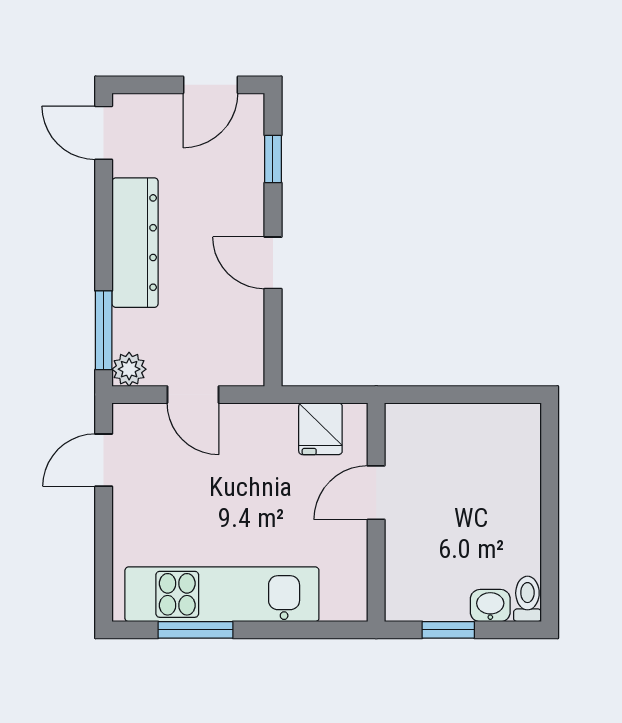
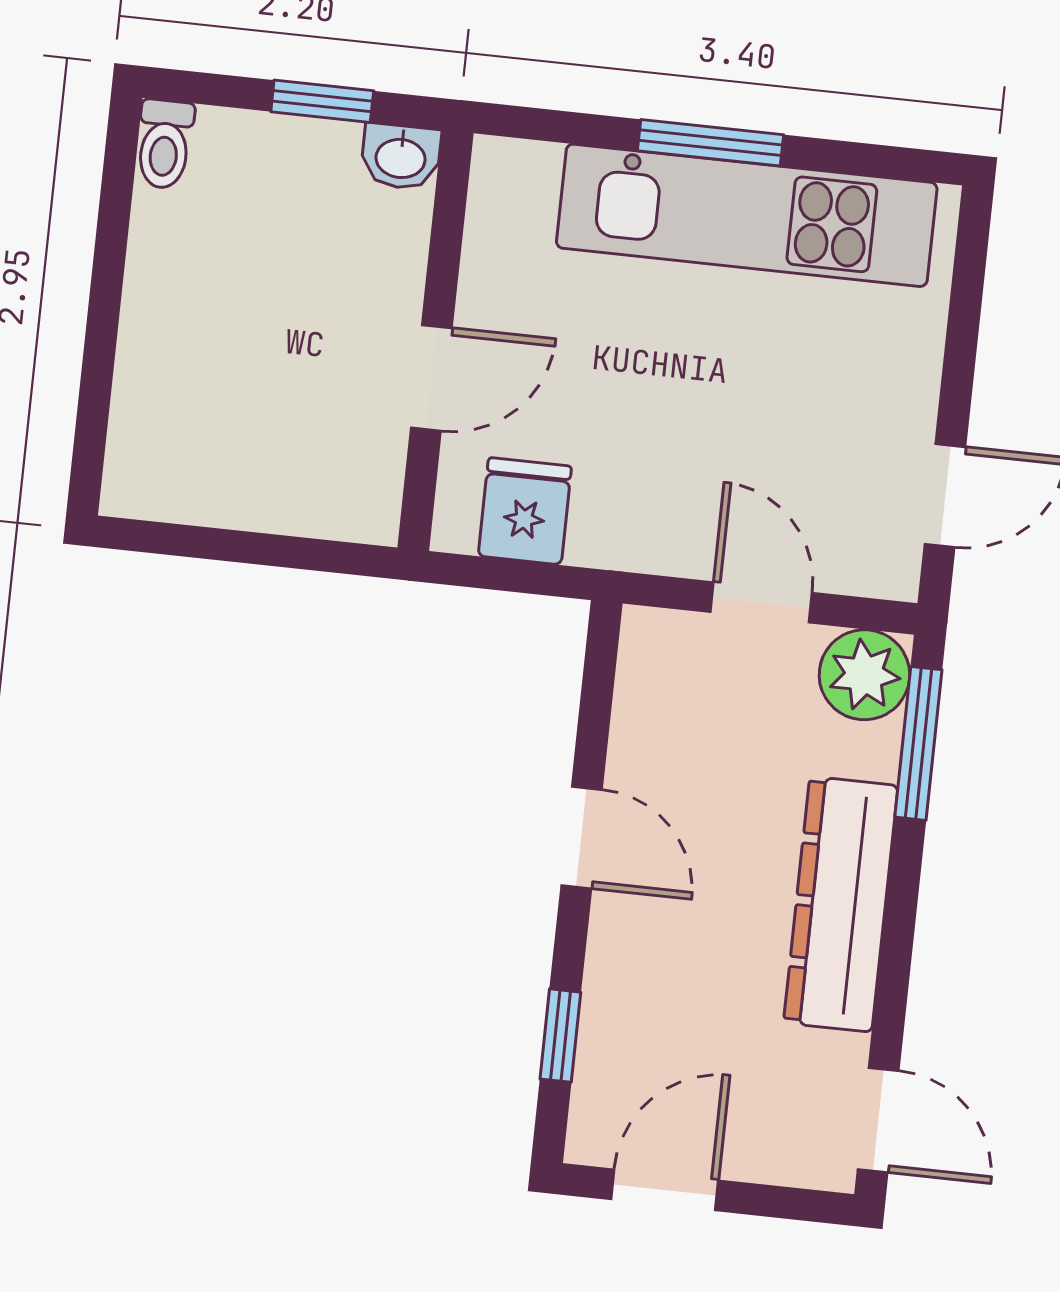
plant: (129, 369) -> (864, 675), width x1.38, depth x1.38
washbasin: (490, 606) -> (401, 157), moved
window: (195, 630) -> (710, 143), moved

